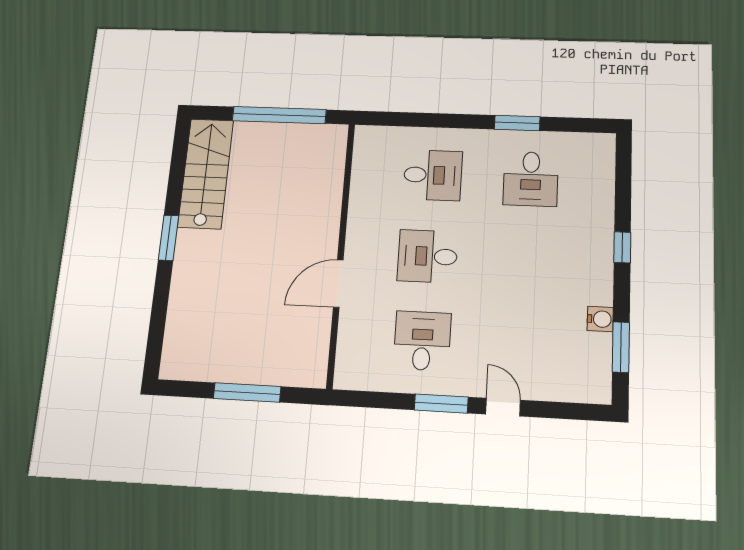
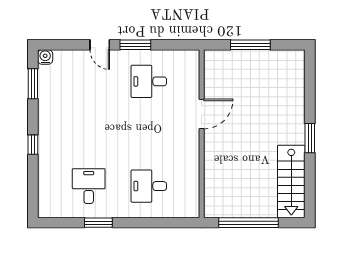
desk: (428, 256) -> (149, 134), removed
water cooler: (600, 319) -> (45, 57), moved, turned 90
desk: (422, 341) -> (149, 81), turned 90

